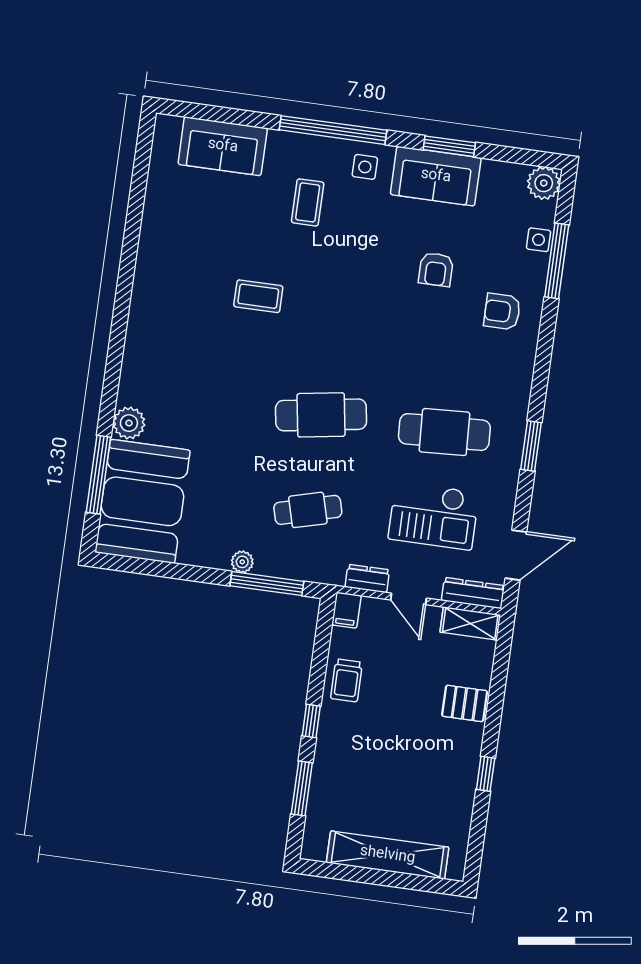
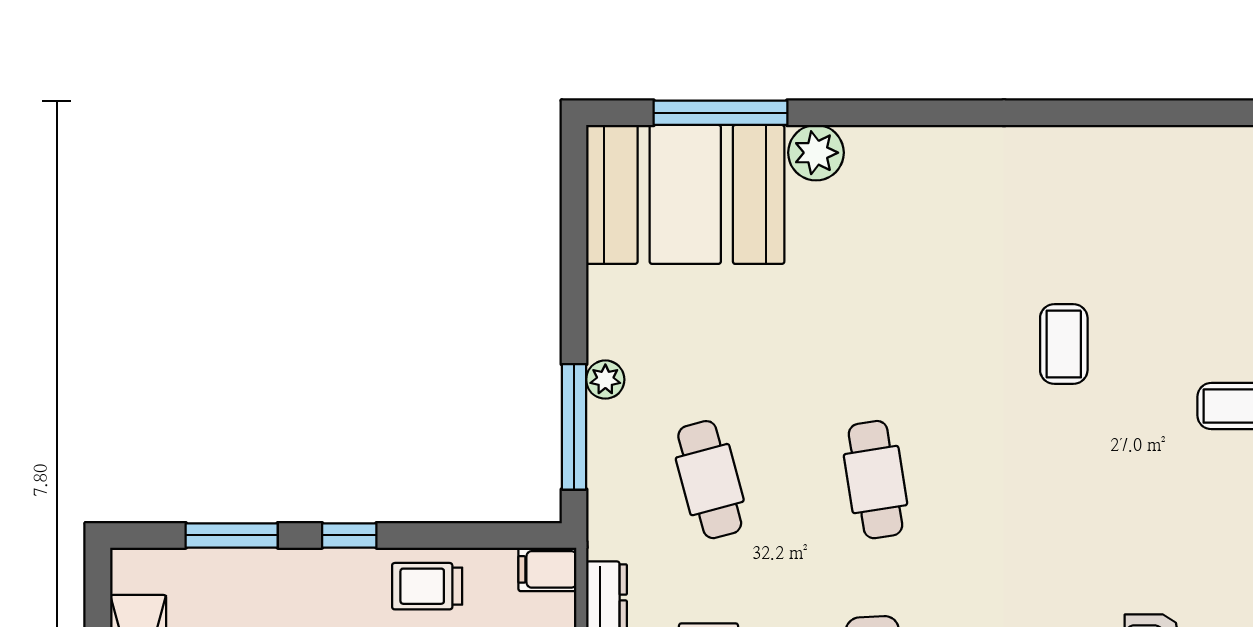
cafe table: (321, 415) -> (876, 480), width x0.73, depth x0.74

